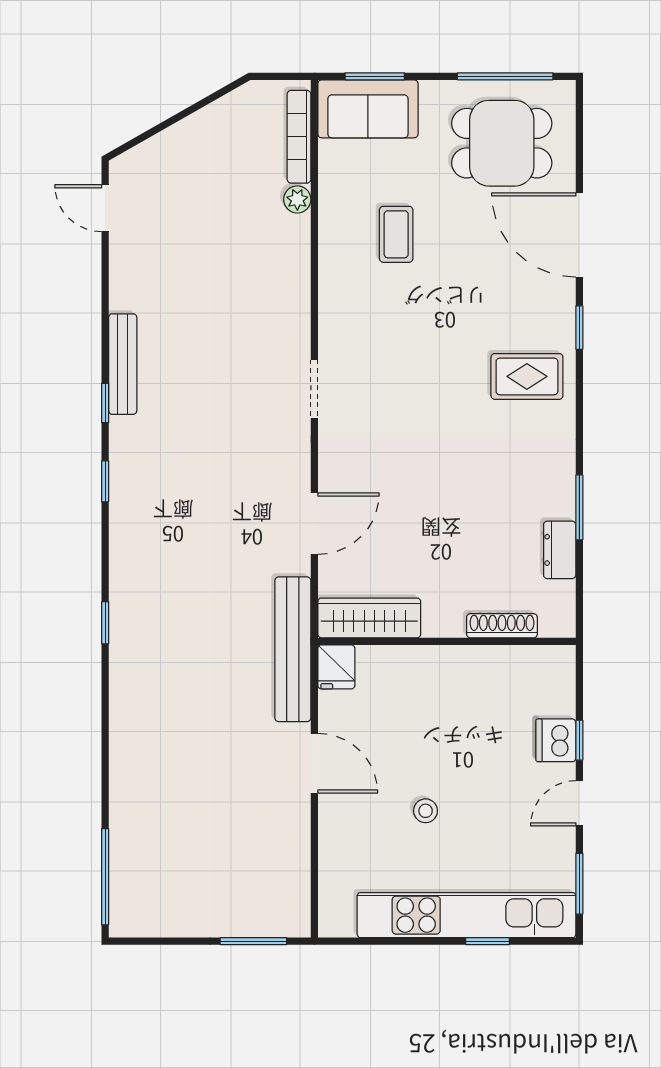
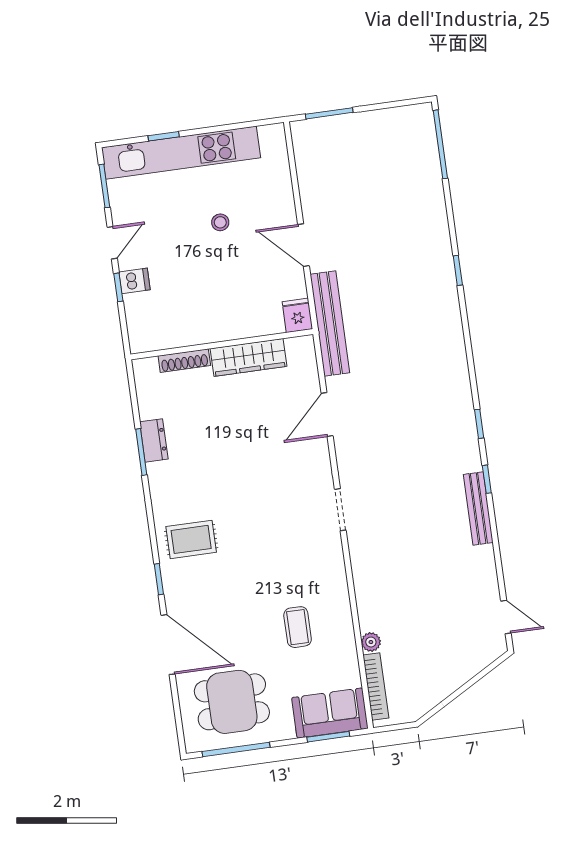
dresser: (560, 550) -> (154, 440), moved
wardrobe: (369, 618) -> (249, 357), moved
window: (105, 623) -> (458, 270), moved
dishwasher: (556, 740) -> (134, 281), width x0.73

